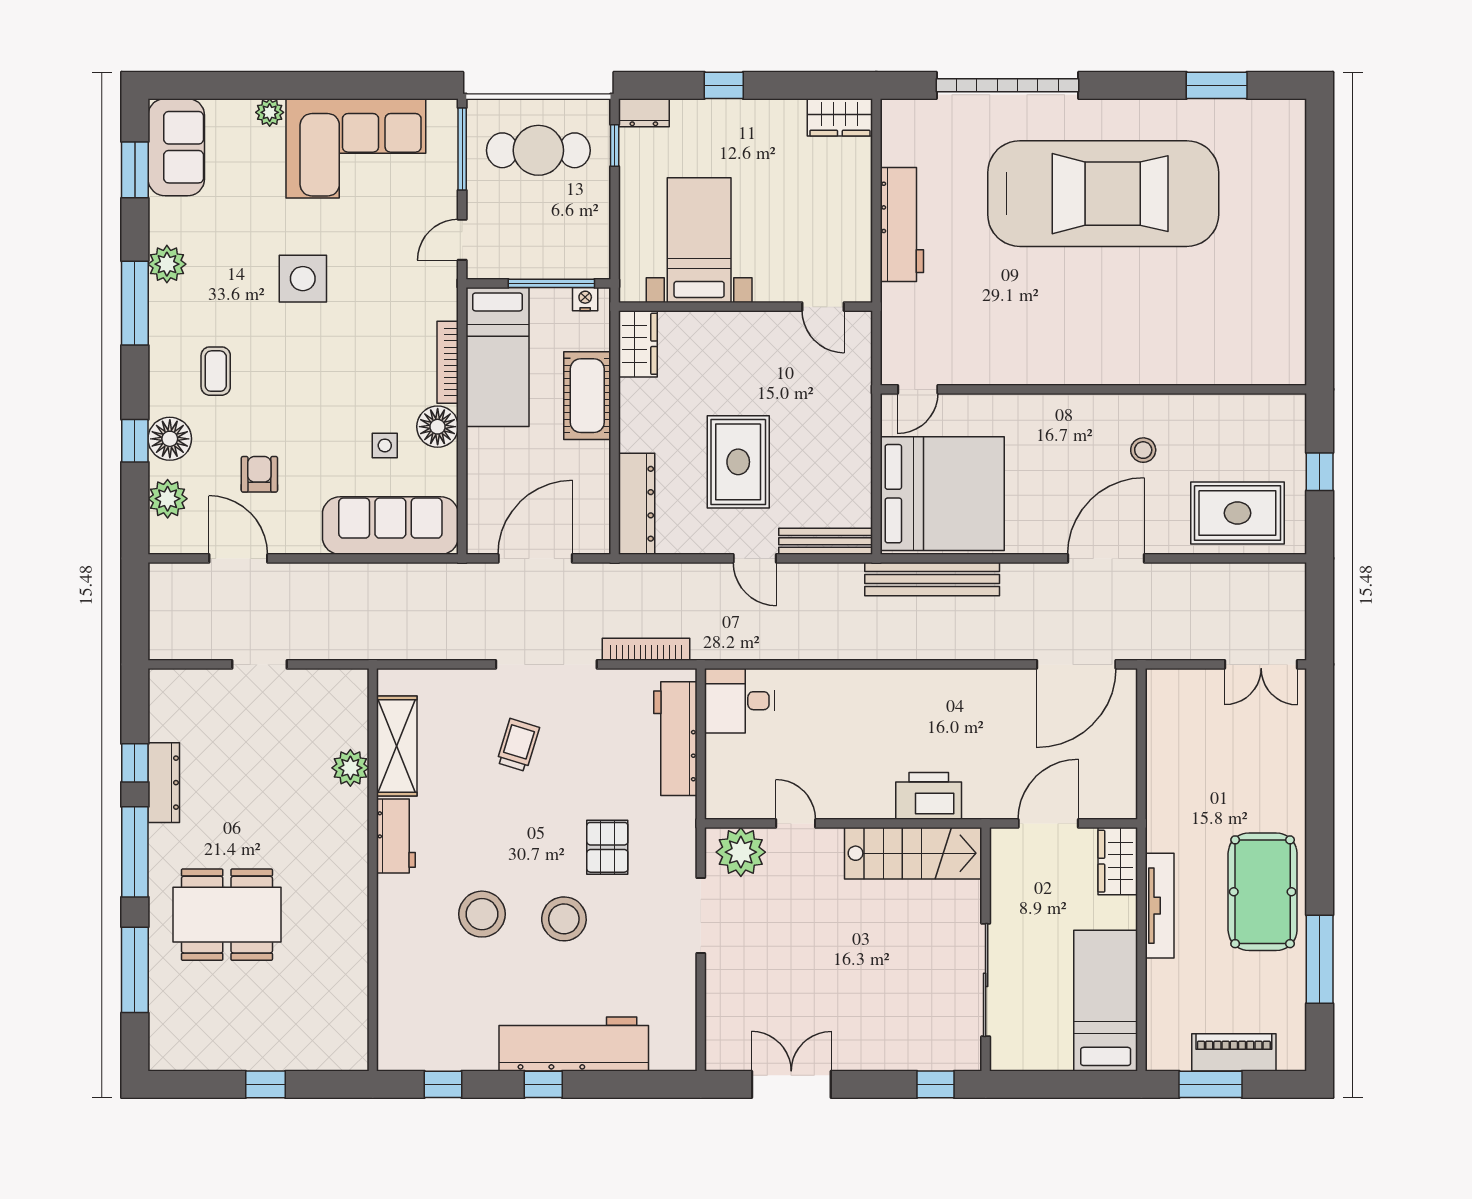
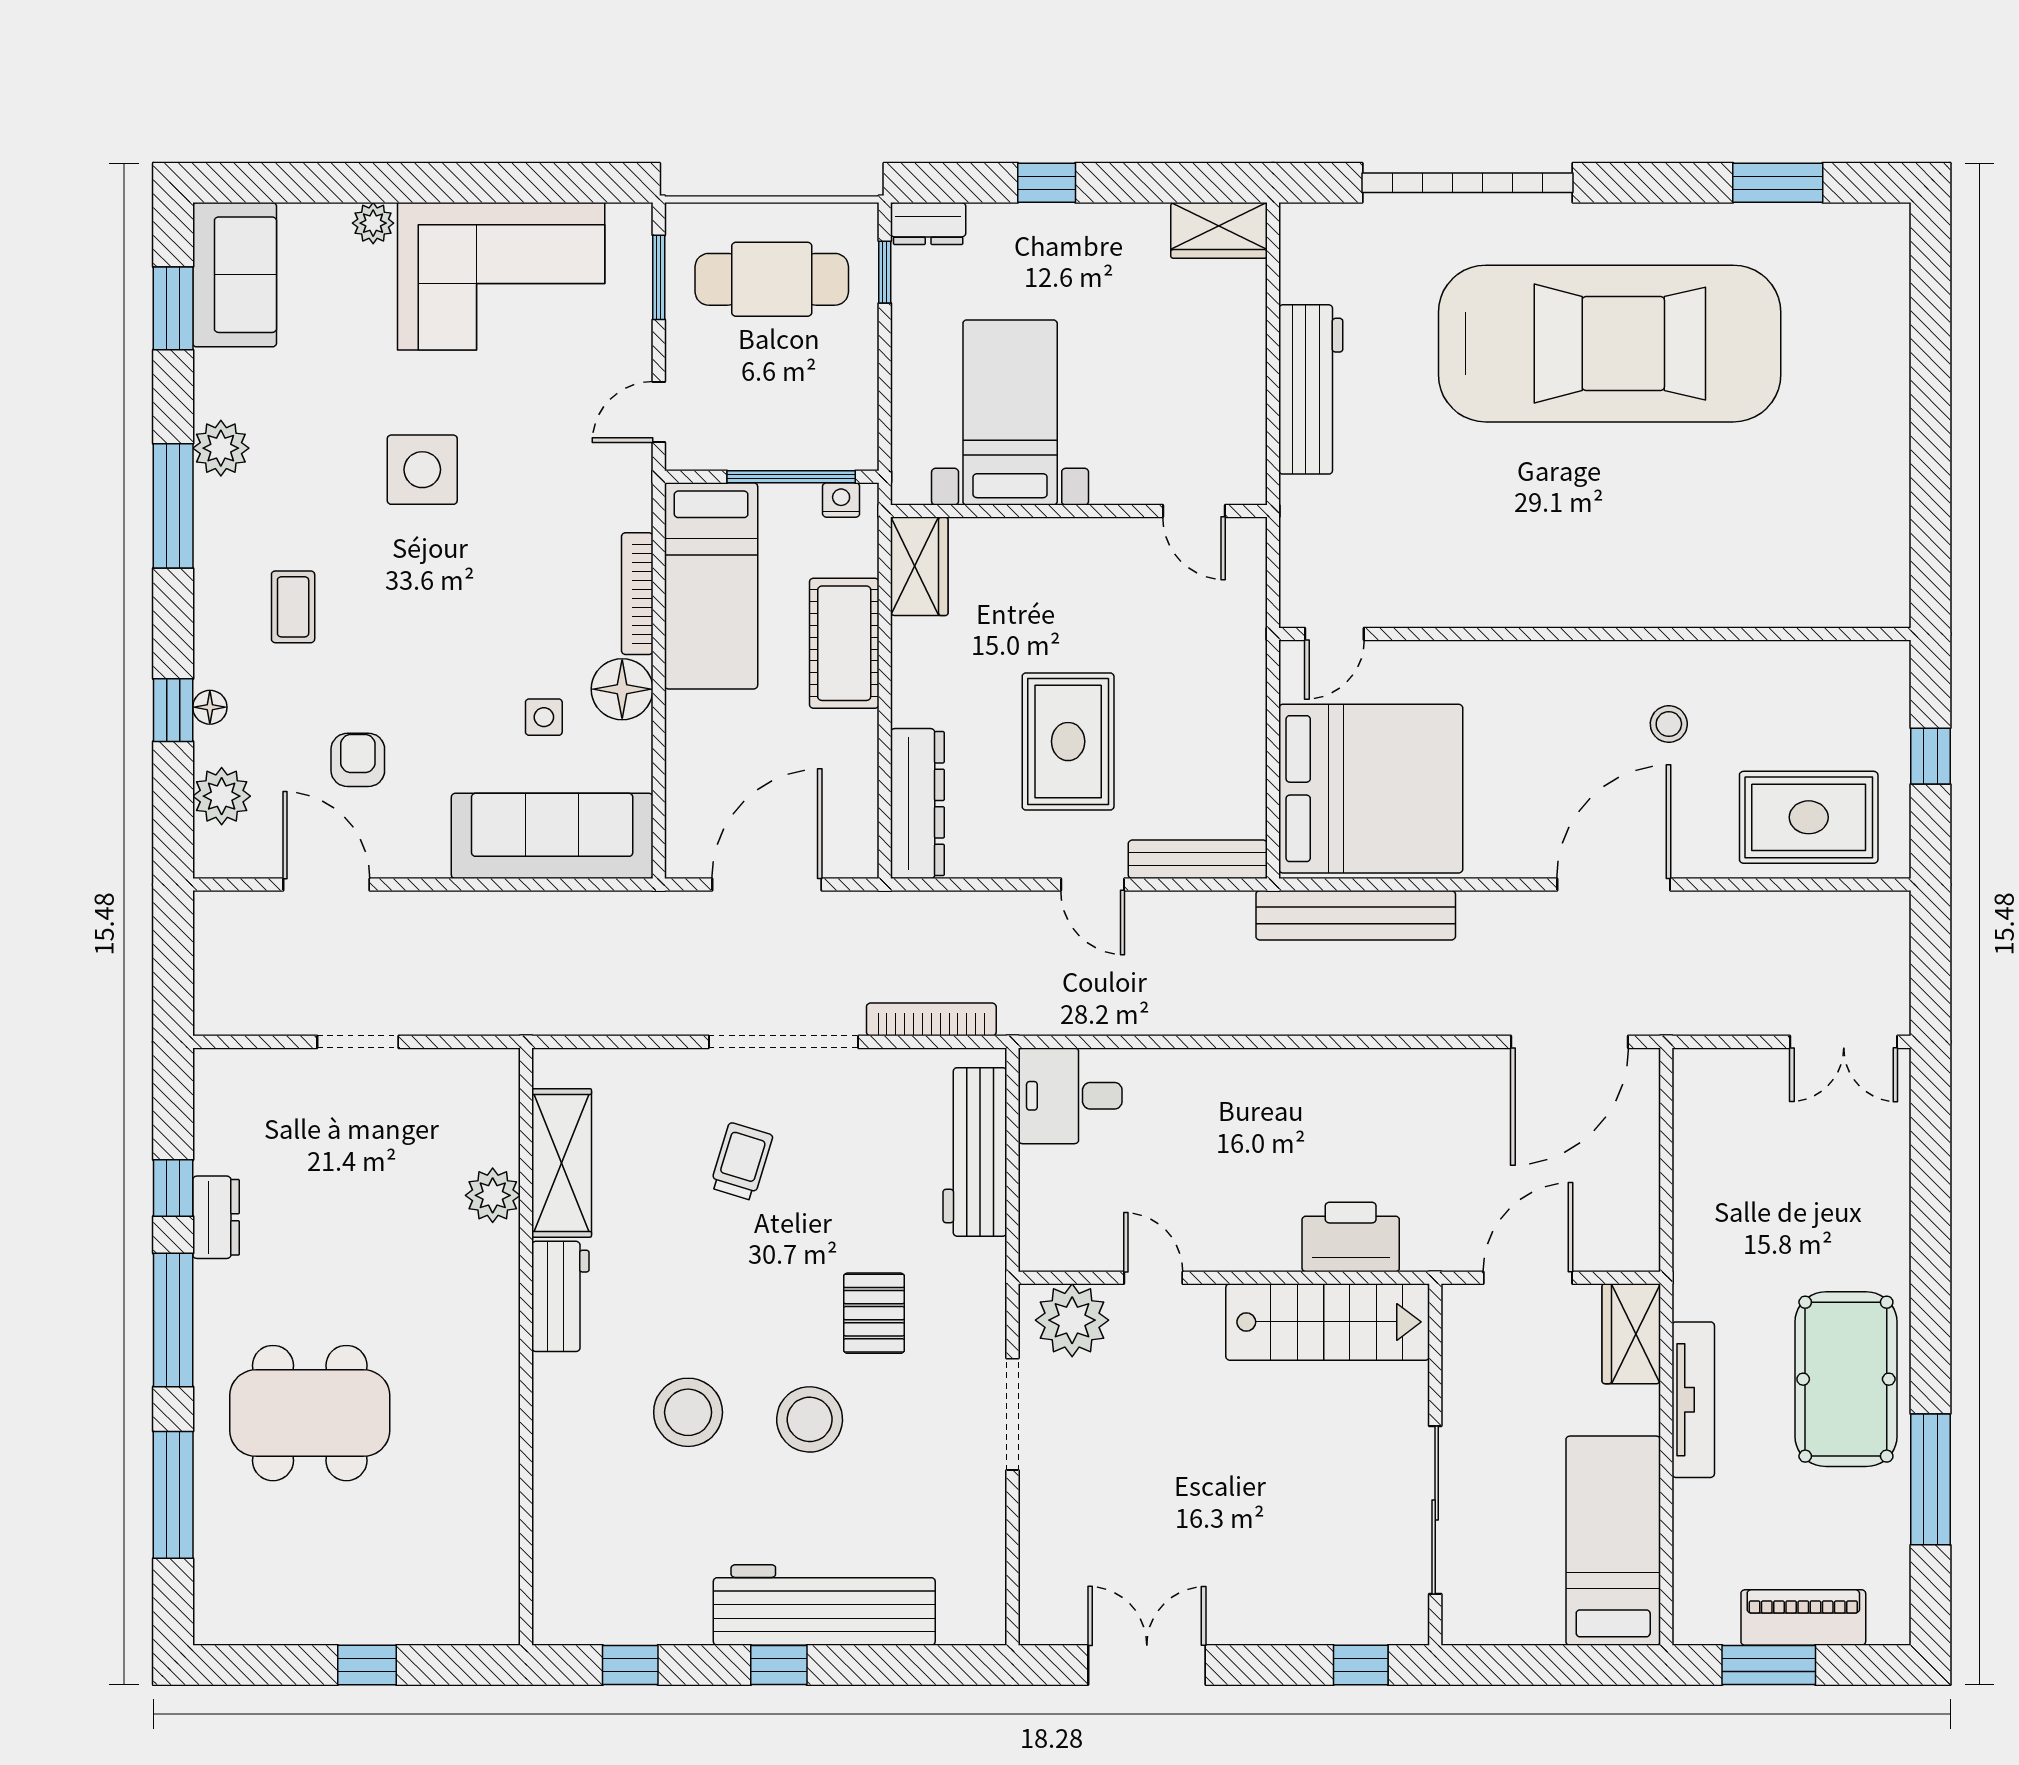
window: (462, 149) -> (659, 277), width x0.69
floor lamp: (170, 439) -> (210, 707), width x0.53, depth x0.53
dresser: (164, 783) -> (216, 1217), width x0.70

